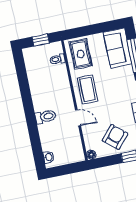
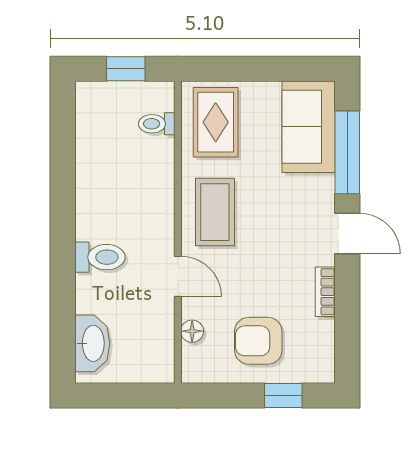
armchair: (115, 137) -> (258, 341), turned -130
floor lamp: (91, 155) -> (192, 331), moved
washbasin: (49, 157) -> (92, 343), width x1.91, depth x1.45

